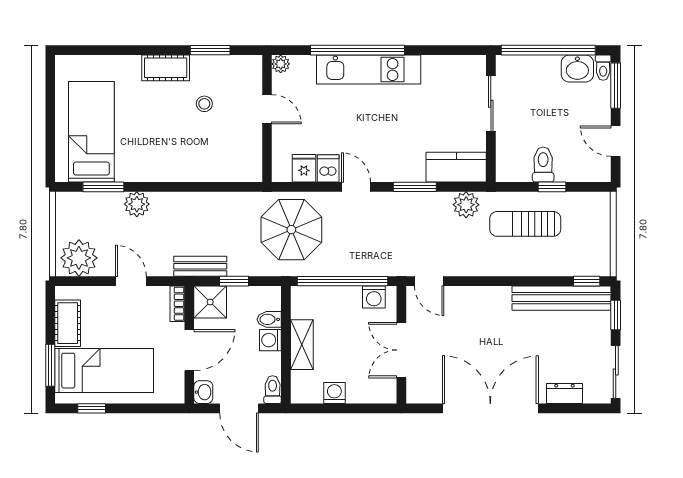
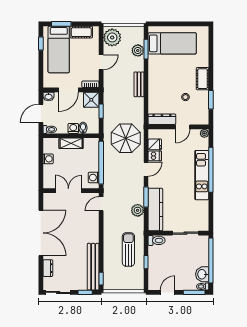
dresser: (251, 153) -> (162, 119), added
toilet: (543, 165) -> (157, 240), moved
kitchen counter: (456, 167) -> (155, 209), width x1.50
plant: (137, 204) -> (138, 50), moved
plant: (466, 205) -> (138, 210), moved
bench: (200, 266) -> (139, 84), moved
door: (189, 350) -> (68, 90), hinge flipped

